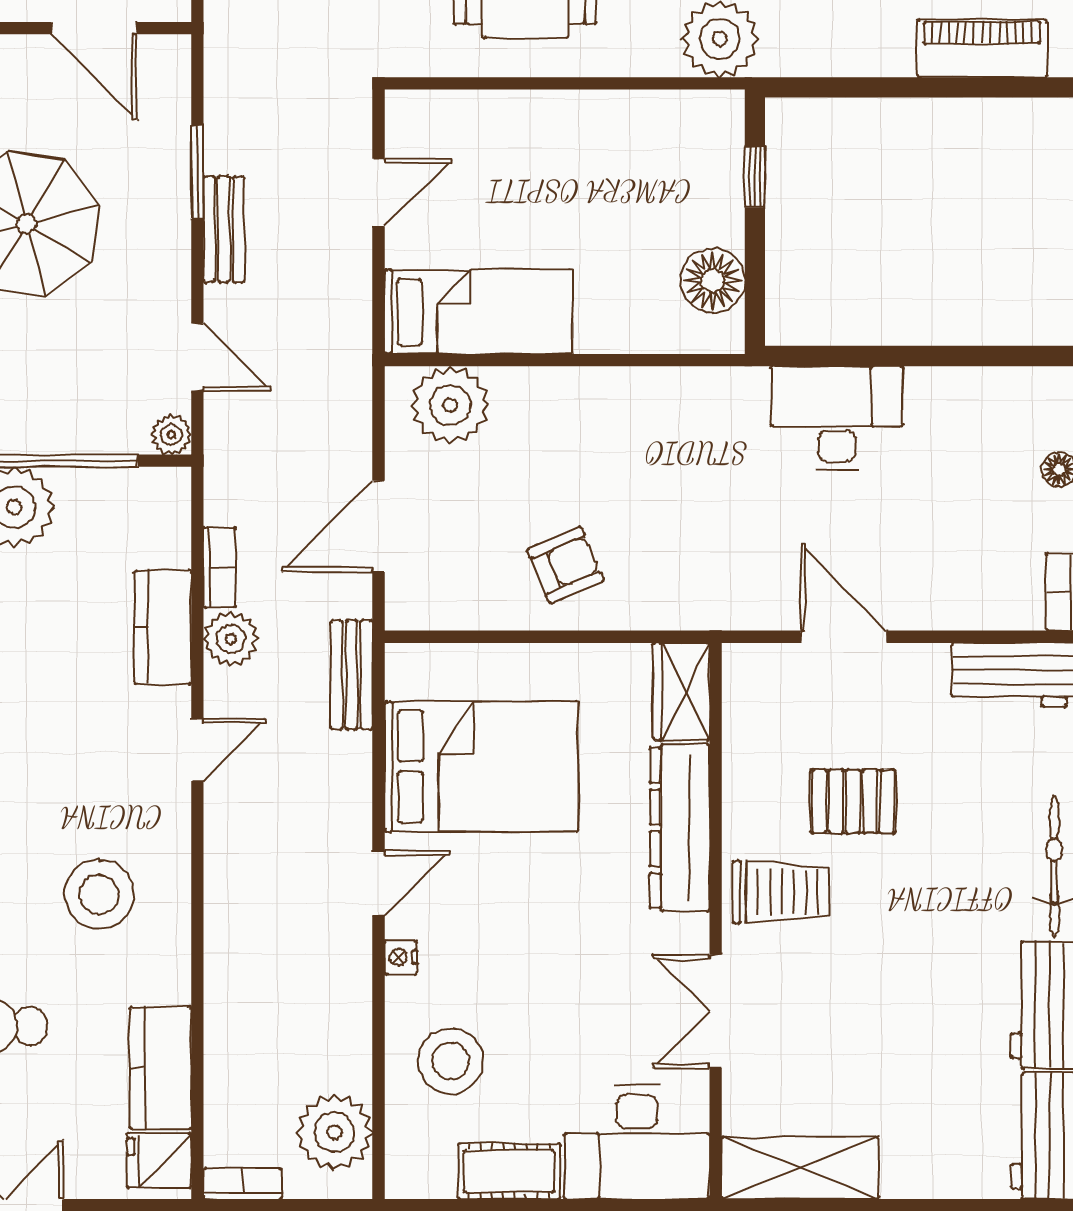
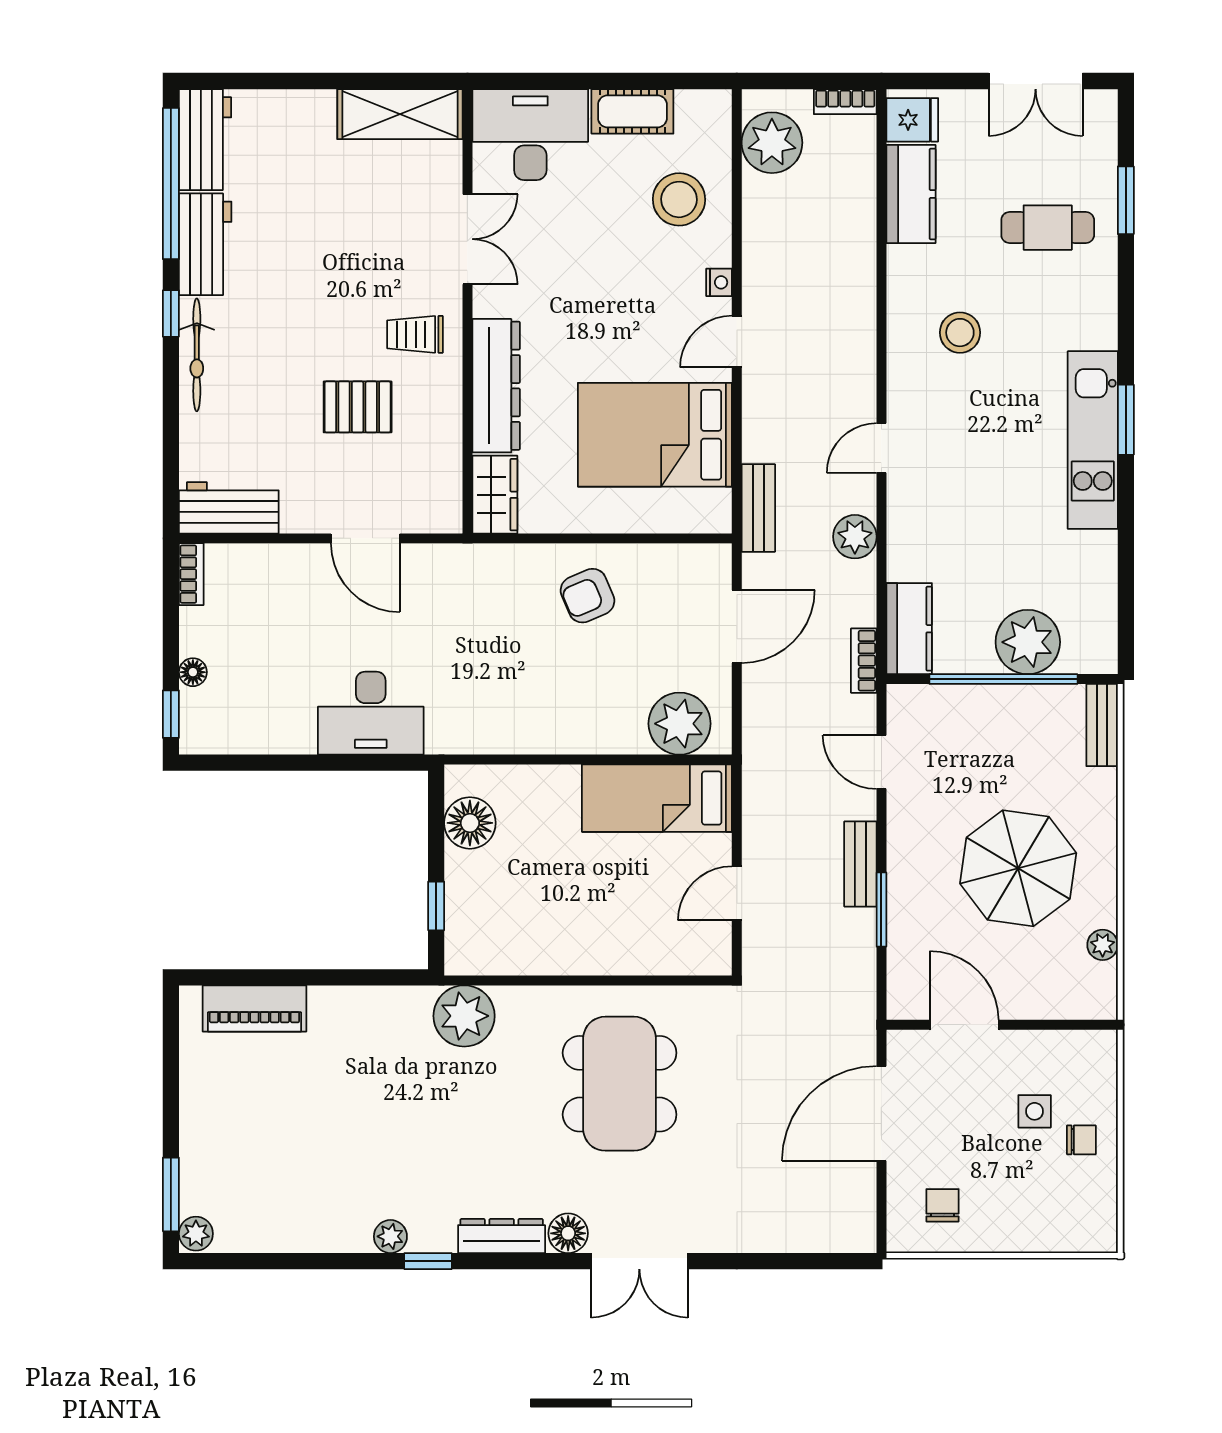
plant: (171, 435) -> (902, 700), removed
bookcase: (220, 567) -> (864, 661), moved
kitchen counter: (163, 627) -> (909, 629), moved
trolley: (781, 892) -> (415, 334), width x0.73, depth x0.72
stool: (99, 894) -> (960, 333), width x0.73, depth x0.73

